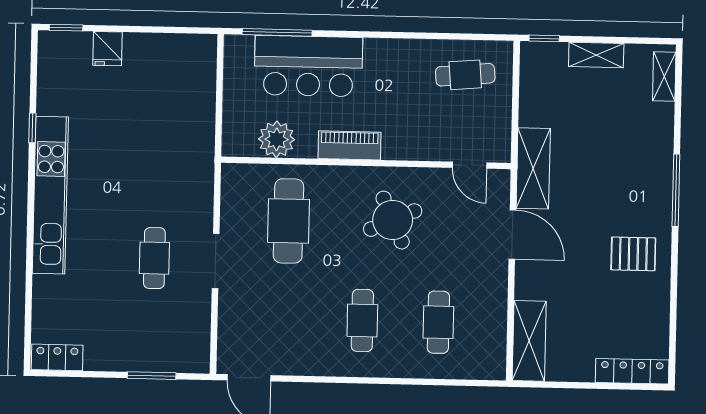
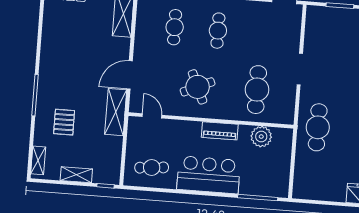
bar counter: (308, 66) -> (209, 175), moved
door: (512, 235) -> (130, 75), hinge flipped
pallet: (633, 254) -> (64, 122), moved, turned 90
cafe table: (154, 258) -> (318, 127), moved, width x1.37, depth x1.35

